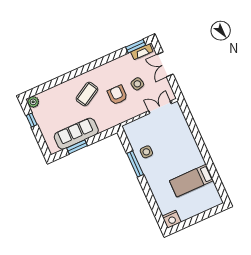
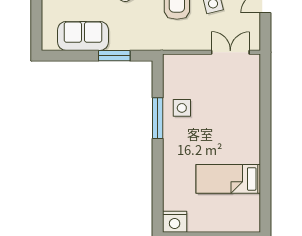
sofa: (76, 134) -> (83, 36), width x0.73
window: (77, 147) -> (114, 56), moved

